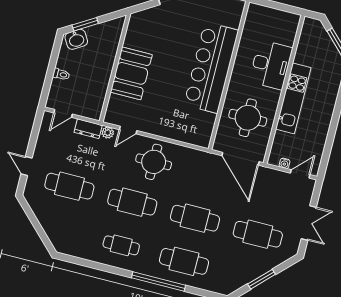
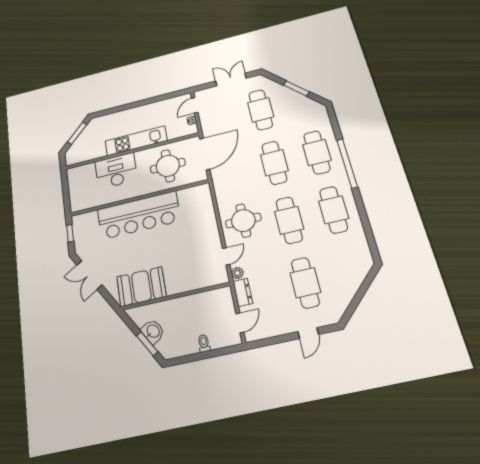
washbasin: (76, 39) -> (153, 331), moved
booth: (131, 73) -> (141, 287), moved
door: (63, 113) -> (240, 323), hinge flipped
door: (128, 130) -> (226, 256), hinge flipped
door: (300, 174) -> (195, 105), hinge flipped
cafe table: (121, 245) -> (334, 210), width x1.37, depth x1.35

